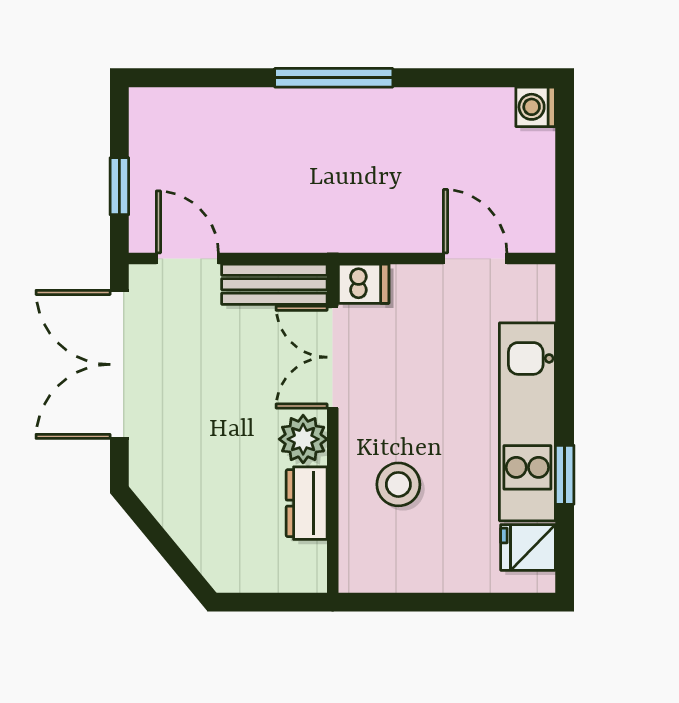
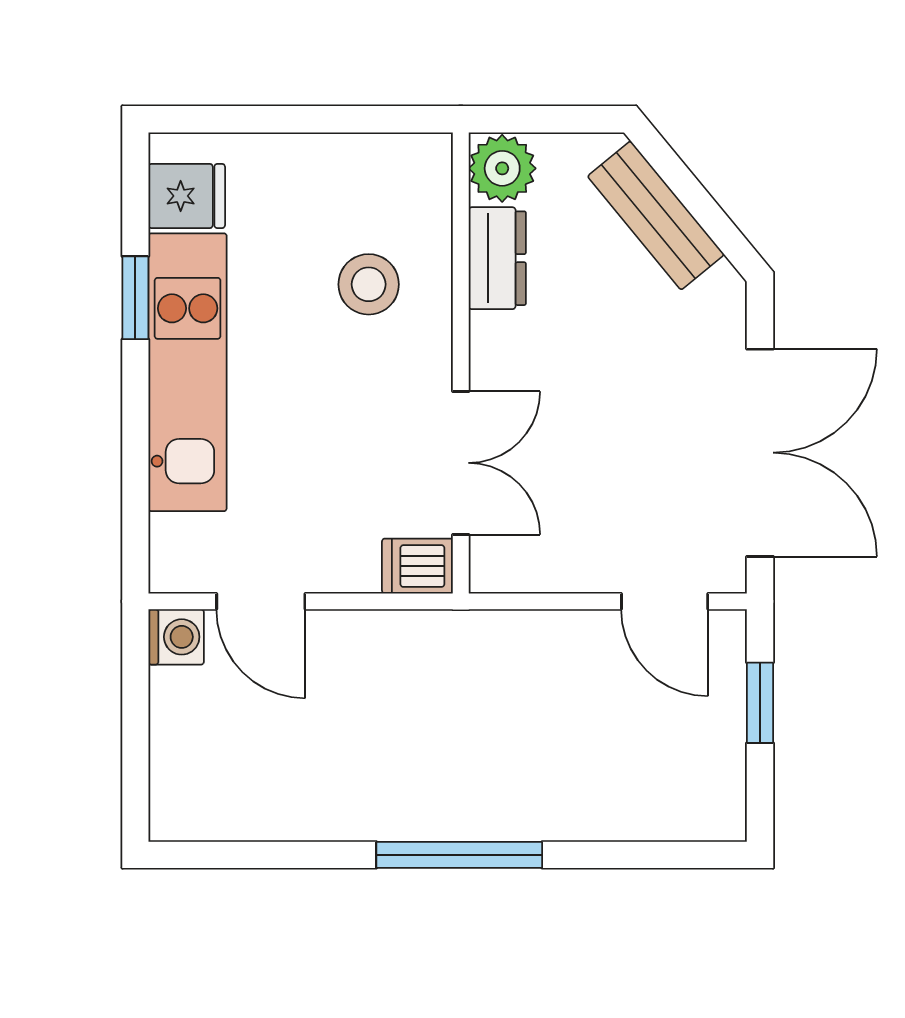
washing machine: (536, 107) -> (176, 637), moved
bench: (274, 284) -> (656, 215), moved, turned 51
plant: (303, 439) -> (502, 168), moved

